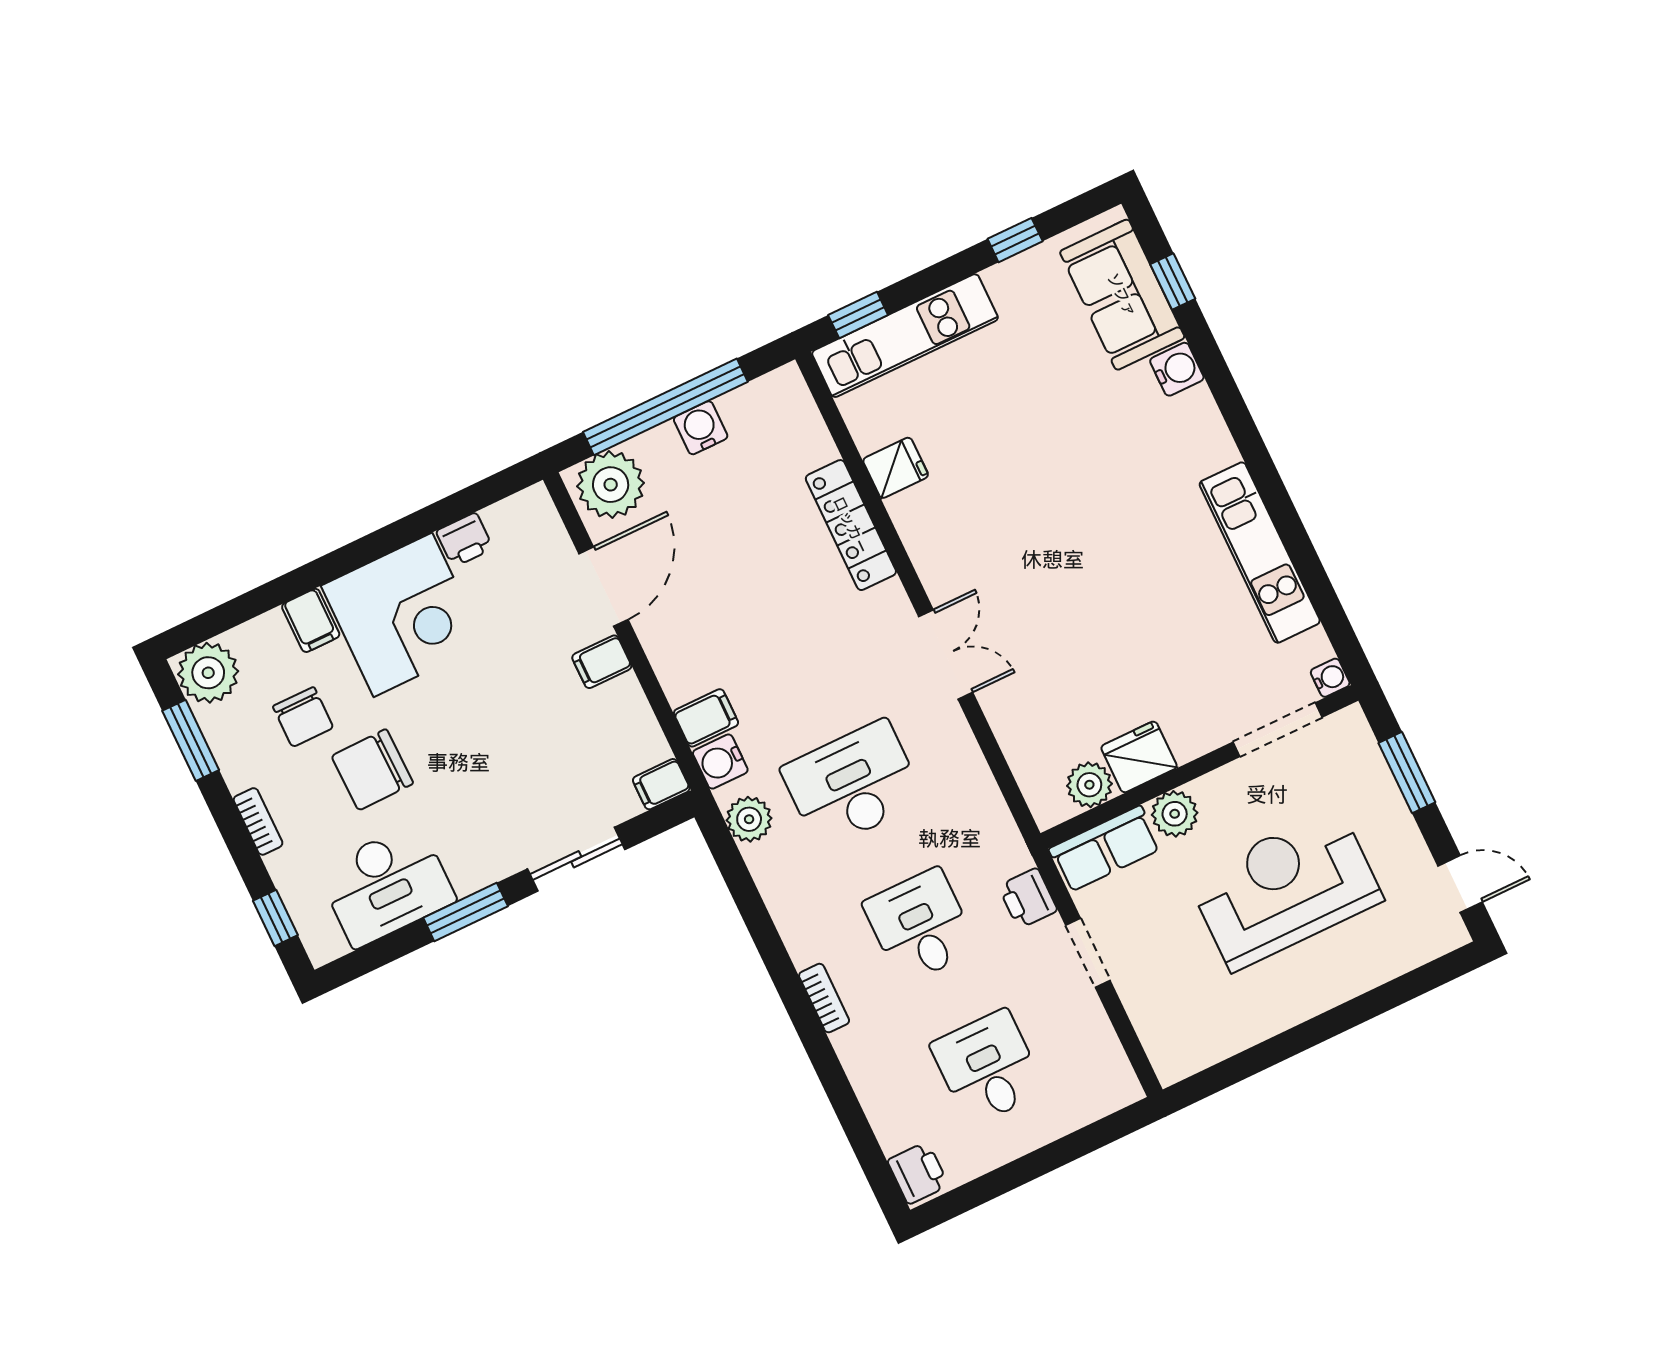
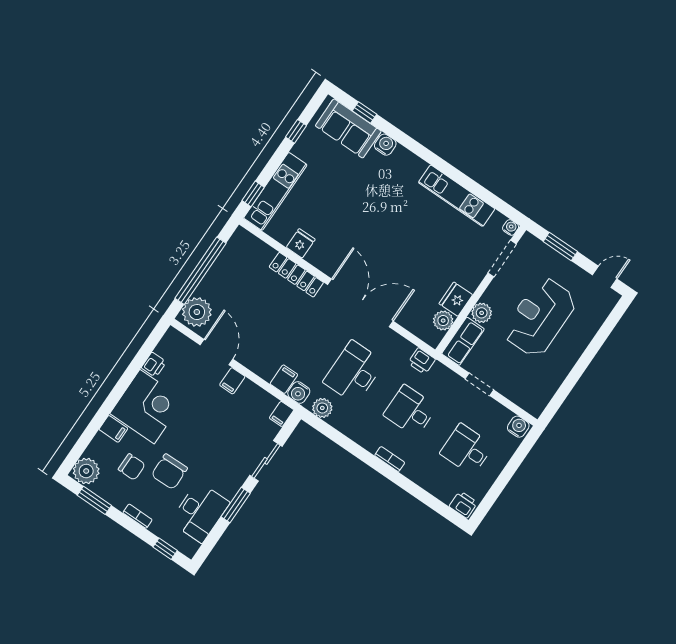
water cooler: (701, 428) -> (518, 427), moved, turned 90
double door: (946, 654) -> (360, 303), width x1.87
printer: (1028, 898) -> (422, 361), moved

